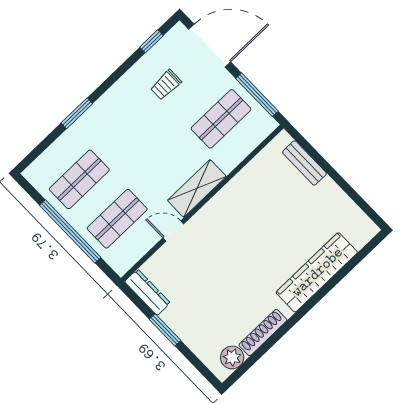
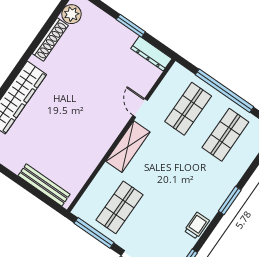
trolley: (166, 85) -> (197, 226), moved
window: (77, 113) -> (230, 201), moved
bench: (304, 163) -> (44, 185), width x1.36
door: (173, 231) -> (140, 108), swing flipped

